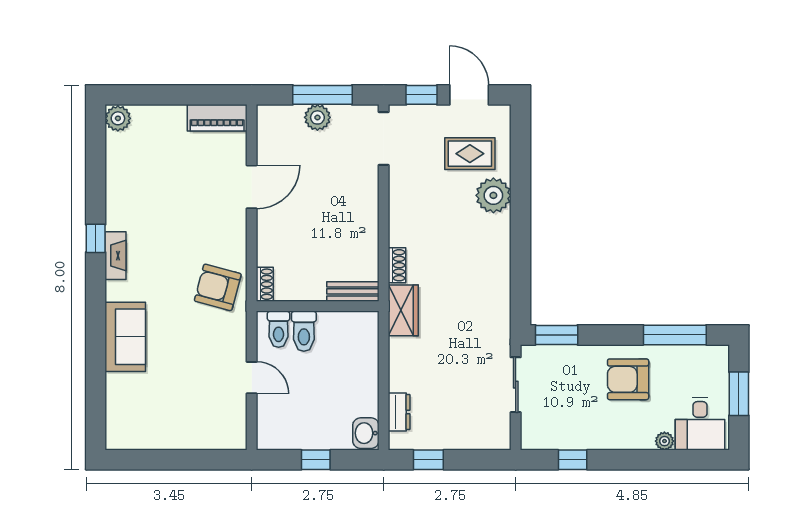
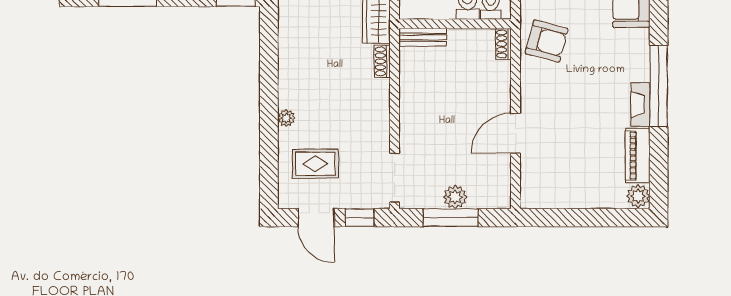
piano: (217, 118) -> (638, 155), moved, turned -90
plant: (493, 195) -> (286, 118), width x0.53, depth x0.53
window: (96, 238) -> (659, 86), width x3.17
fireplace: (115, 256) -> (640, 104), moved

